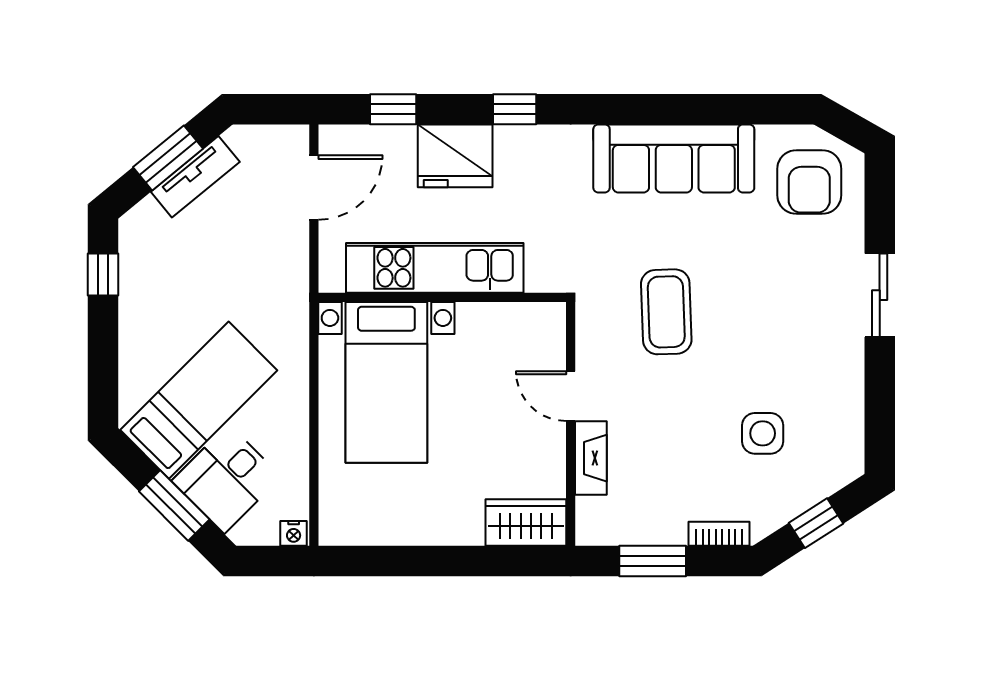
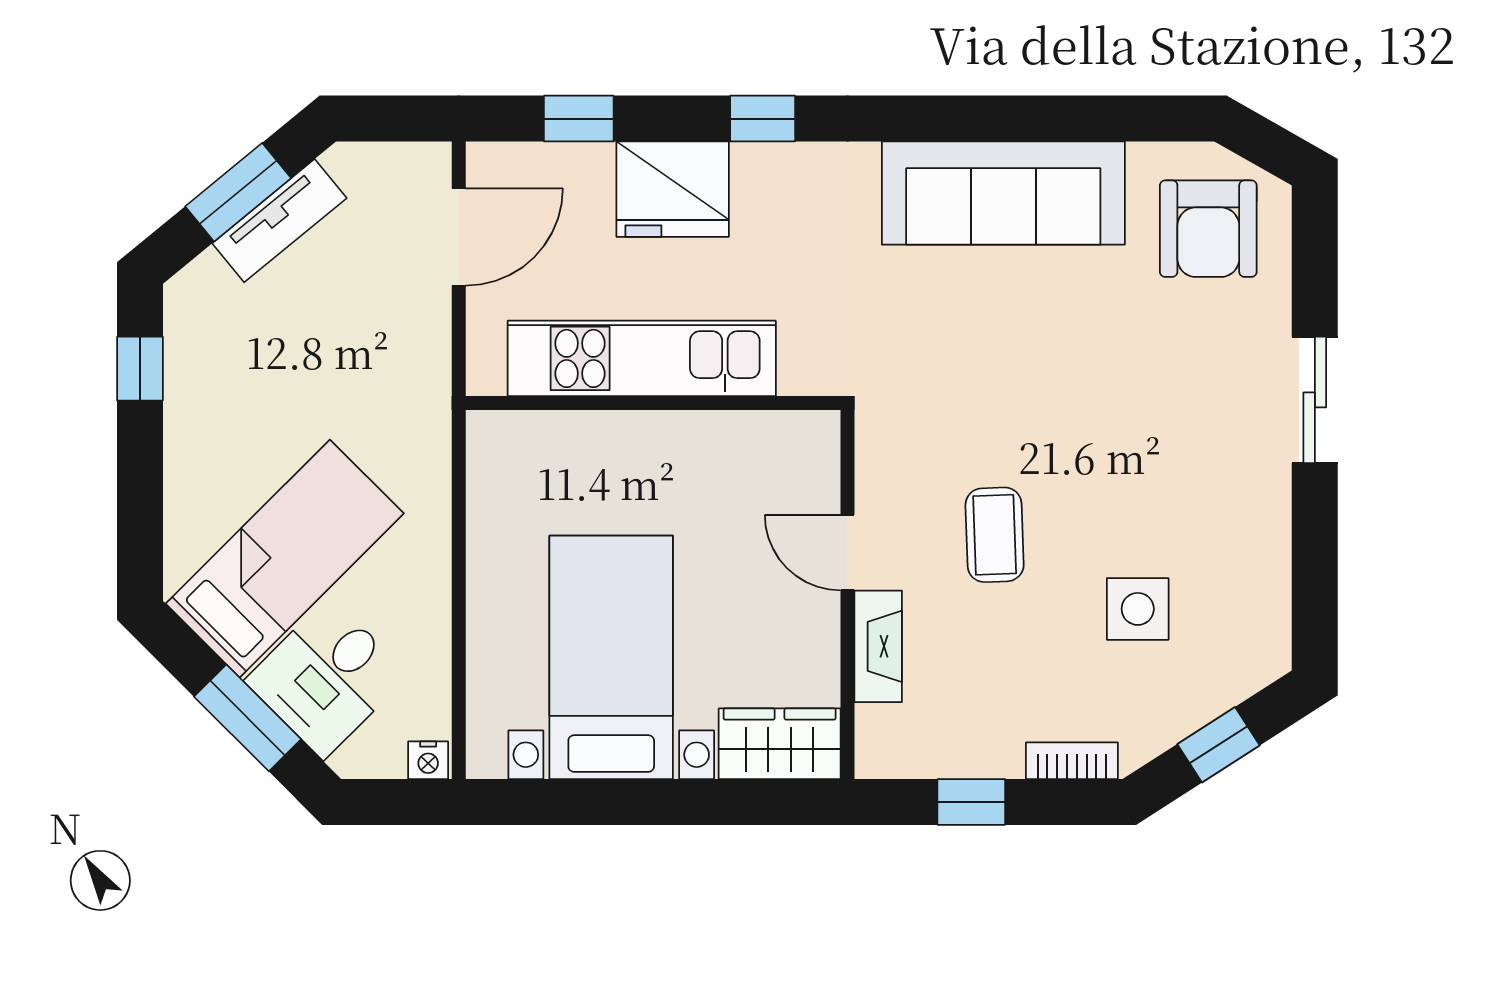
coffee table: (666, 312) -> (995, 535), moved, width x0.73, depth x0.77
bed with nightstands: (386, 382) -> (611, 657), moved, turned 180
window: (653, 561) -> (971, 802), width x0.67

